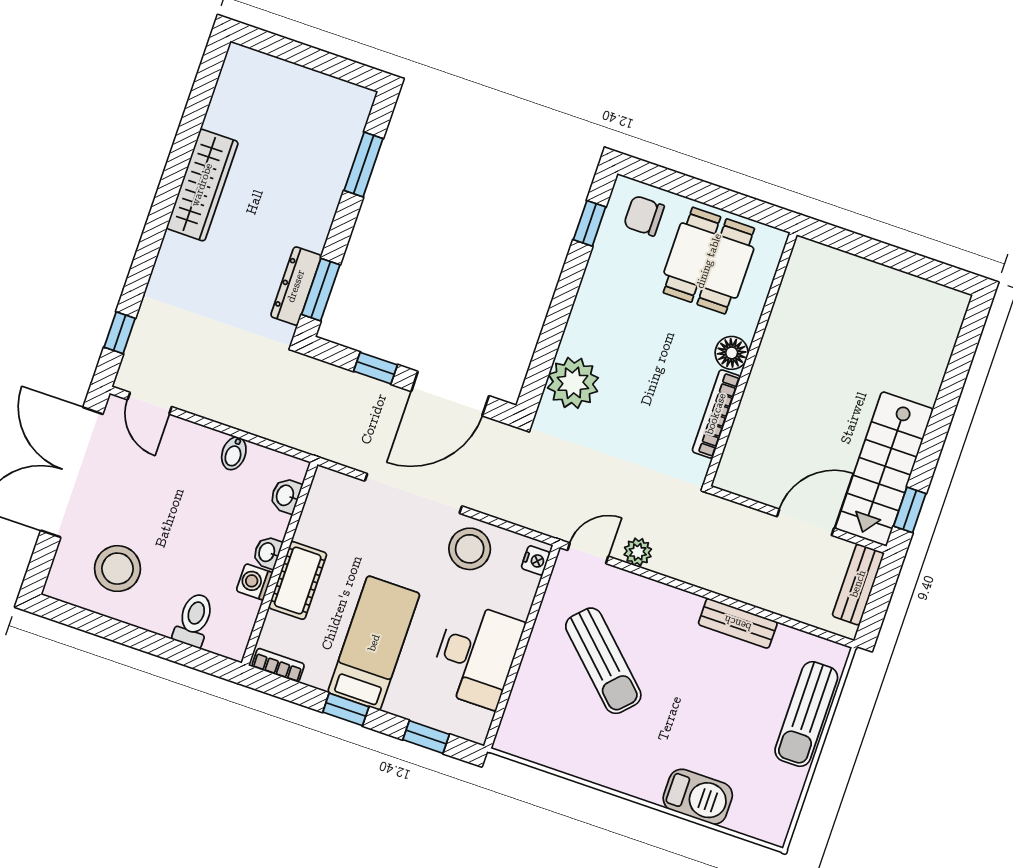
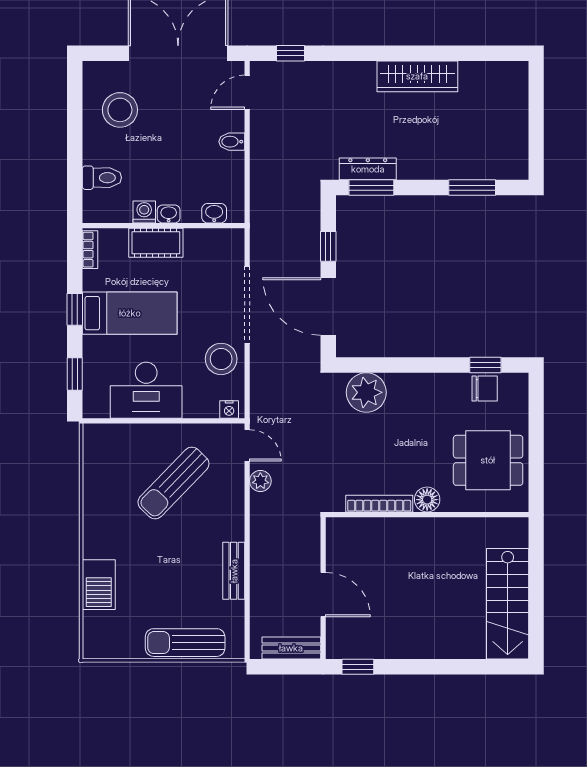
chair: (644, 216) -> (485, 388), moved, turned 90
bidet: (234, 453) -> (232, 142), moved
stairs: (884, 469) -> (508, 604), moved, turned -90

